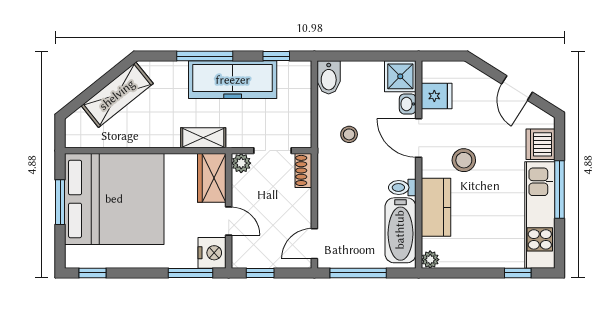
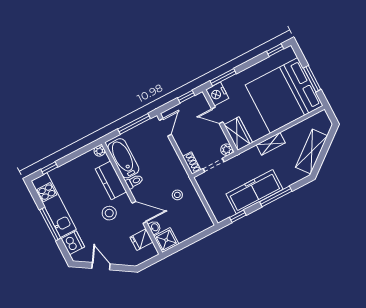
bidet: (329, 77) -> (204, 220), removed
shelving: (203, 138) -> (271, 144), moved

